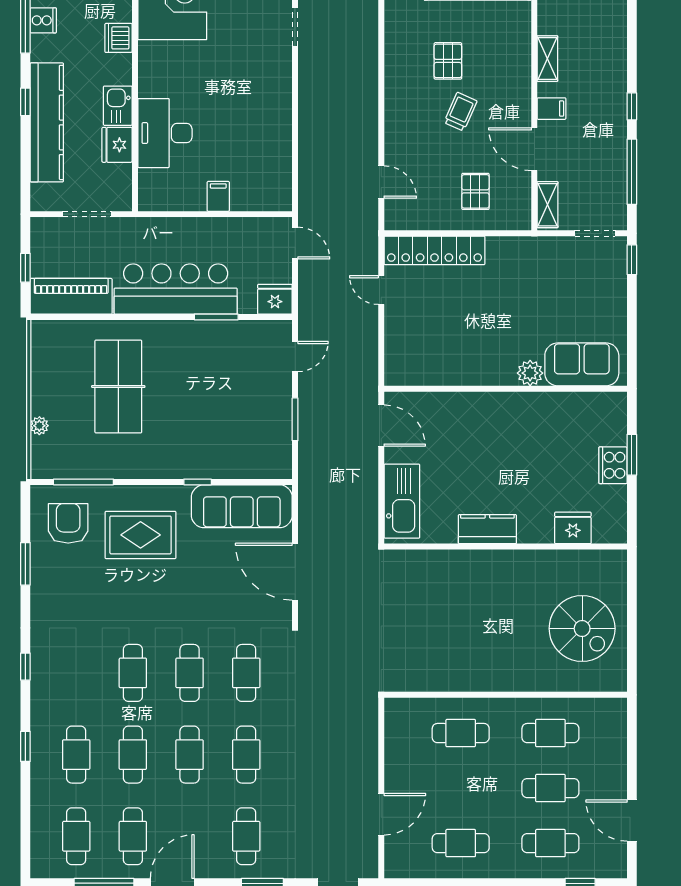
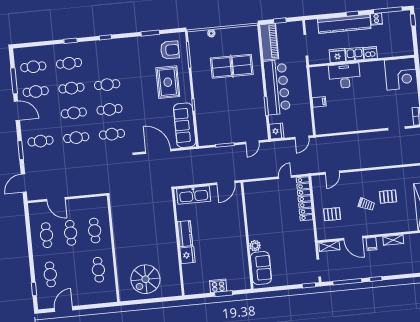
cooker: (43, 20) -> (376, 19), moved
dishwasher: (118, 38) -> (370, 53), moved
door: (534, 149) -> (353, 238), swing flipped
door: (295, 357) -> (252, 142), hinge flipped
fridge: (573, 528) -> (188, 255), moved
door: (295, 572) -> (158, 151), hinge flipped
cafe table: (550, 788) -> (71, 233), moved

